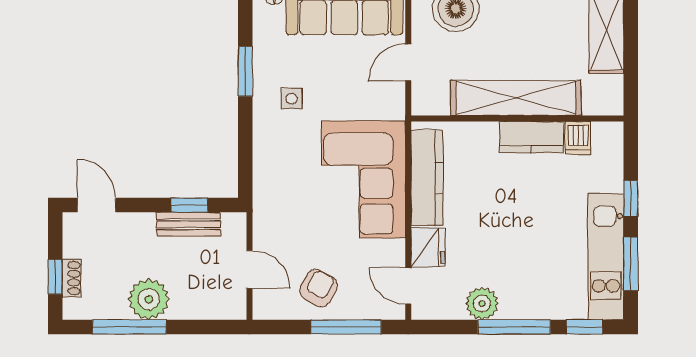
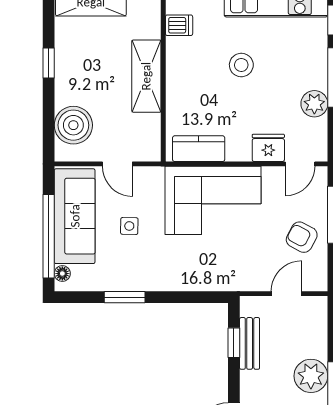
shelving: (516, 98) -> (146, 76), width x0.68
side table: (292, 99) -> (129, 226), moved
kitchen counter: (531, 137) -> (178, 63), removed
kitchen counter: (427, 178) -> (199, 149), width x0.67
stool: (529, 214) -> (241, 65), added

